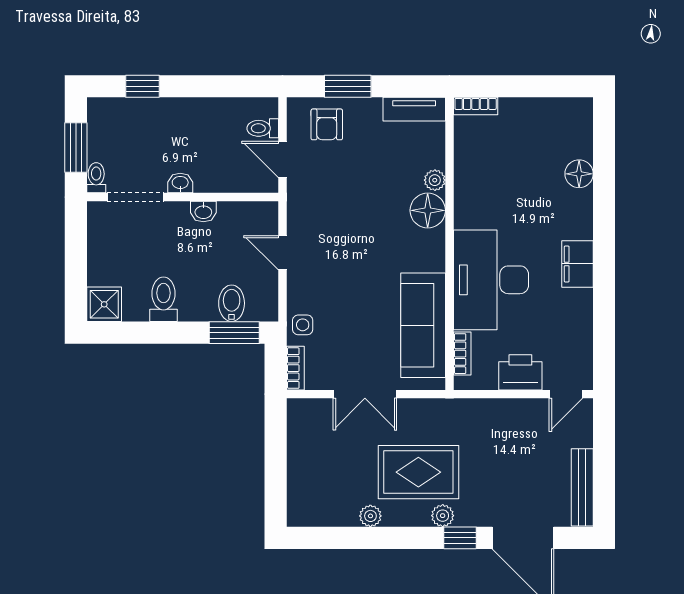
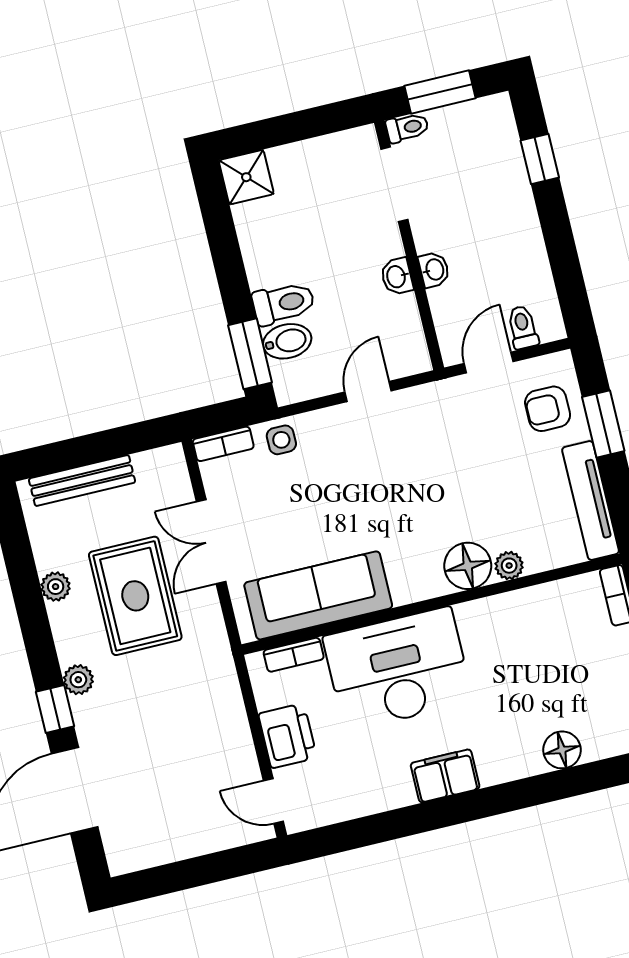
tv unit: (414, 109) -> (591, 500), width x1.41
washbasin: (180, 183) -> (434, 270), moved
toilet: (164, 299) -> (283, 303), moved
rug: (418, 472) -> (135, 596), moved
bench: (582, 487) -> (82, 481), moved

